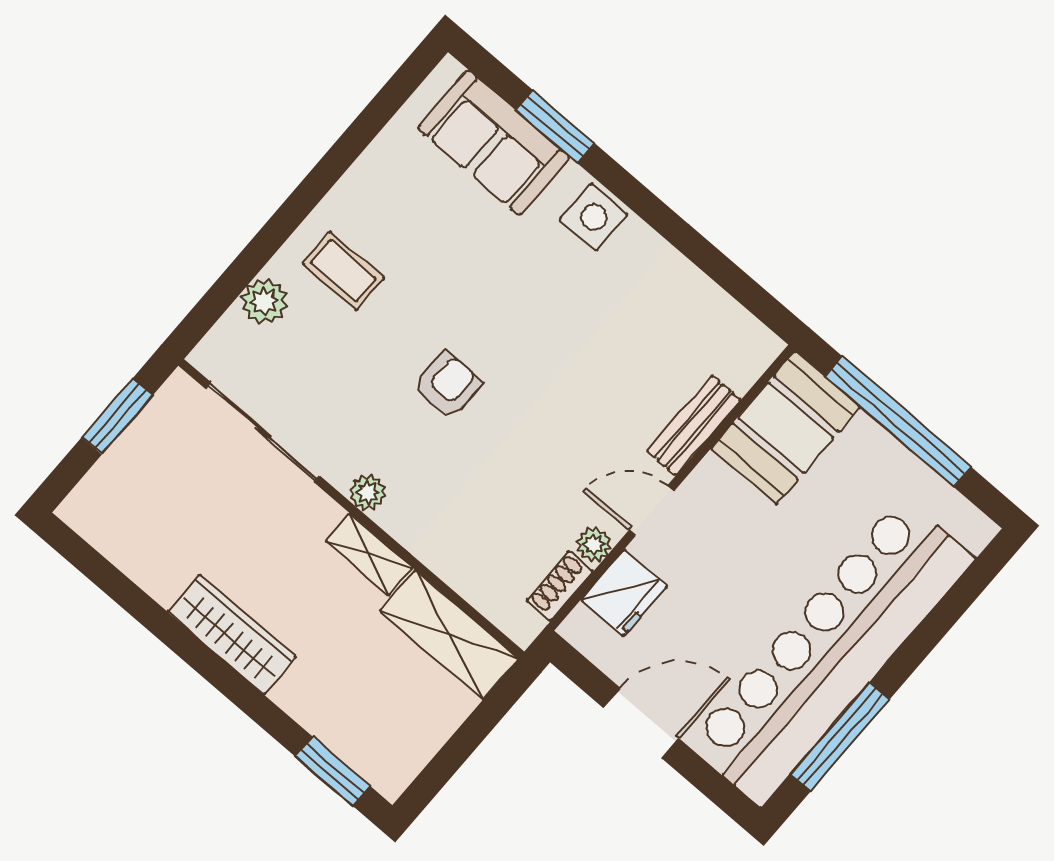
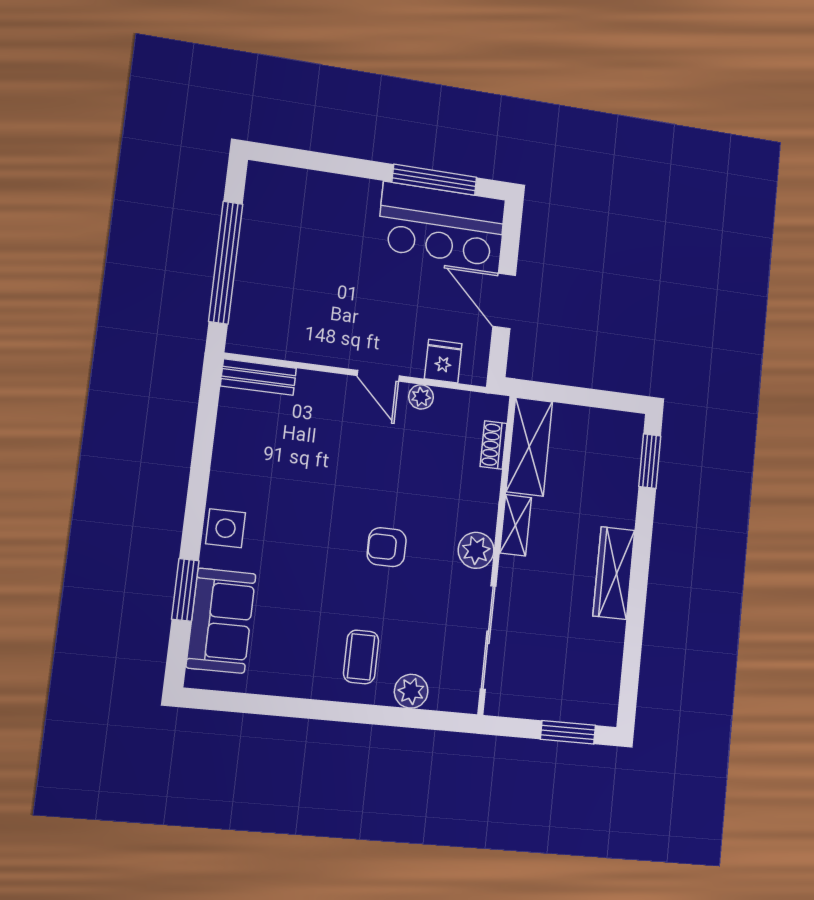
window: (117, 416) -> (568, 732), moved
bench: (694, 425) -> (258, 377), moved
booth: (786, 428) -> (275, 328), removed
plant: (368, 492) -> (476, 550), width x1.38, depth x1.38
shoe rack: (560, 586) -> (494, 445), moved, turned 90
fridge: (624, 593) -> (443, 361), width x0.72
bar counter: (831, 651) -> (441, 224), width x0.54

